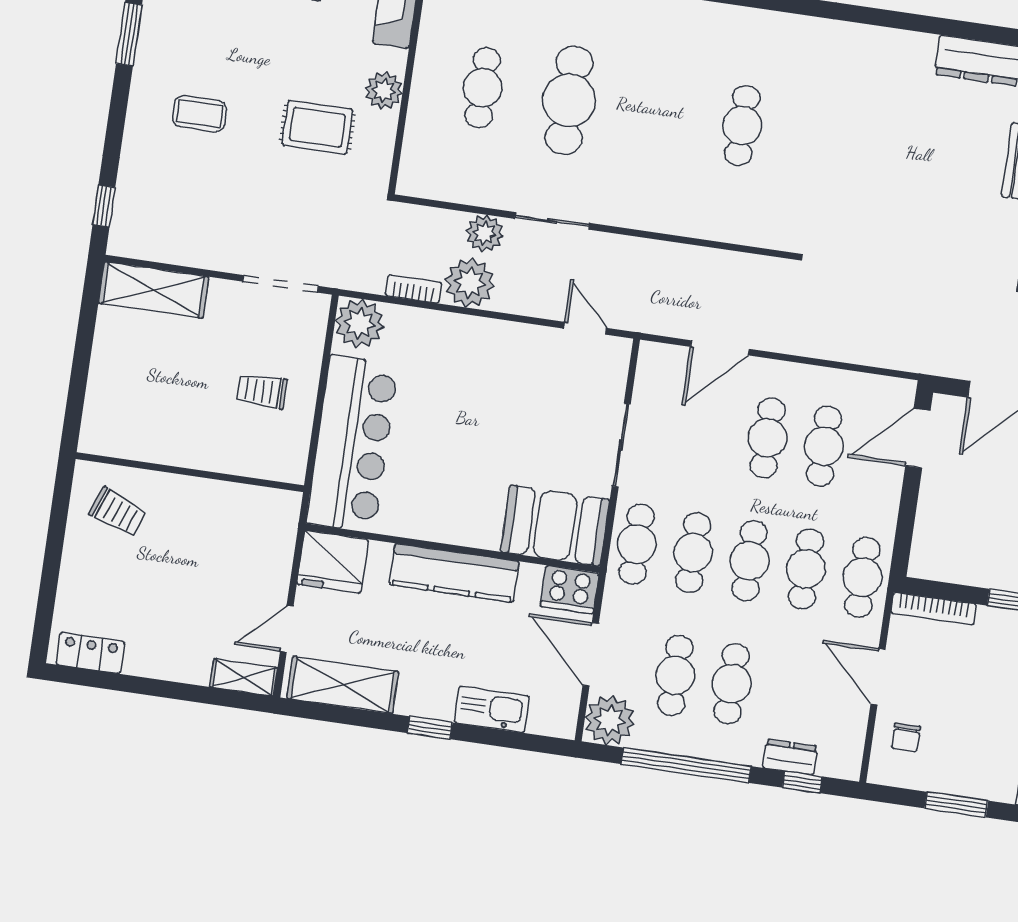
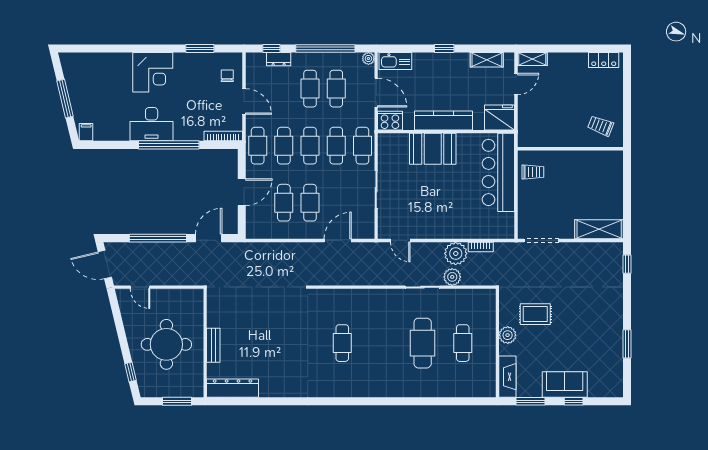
coffee table: (200, 114) -> (590, 312), removed
plant: (359, 324) -> (503, 228), removed
trolley: (262, 391) -> (533, 172), moved
door: (918, 438) -> (242, 192), moved
booth: (555, 526) -> (433, 149), moved
shelving: (343, 685) -> (487, 60), width x0.67, depth x0.75
kitchen sink: (492, 709) -> (395, 61), moved
plant: (610, 720) -> (368, 59), width x0.53, depth x0.53

